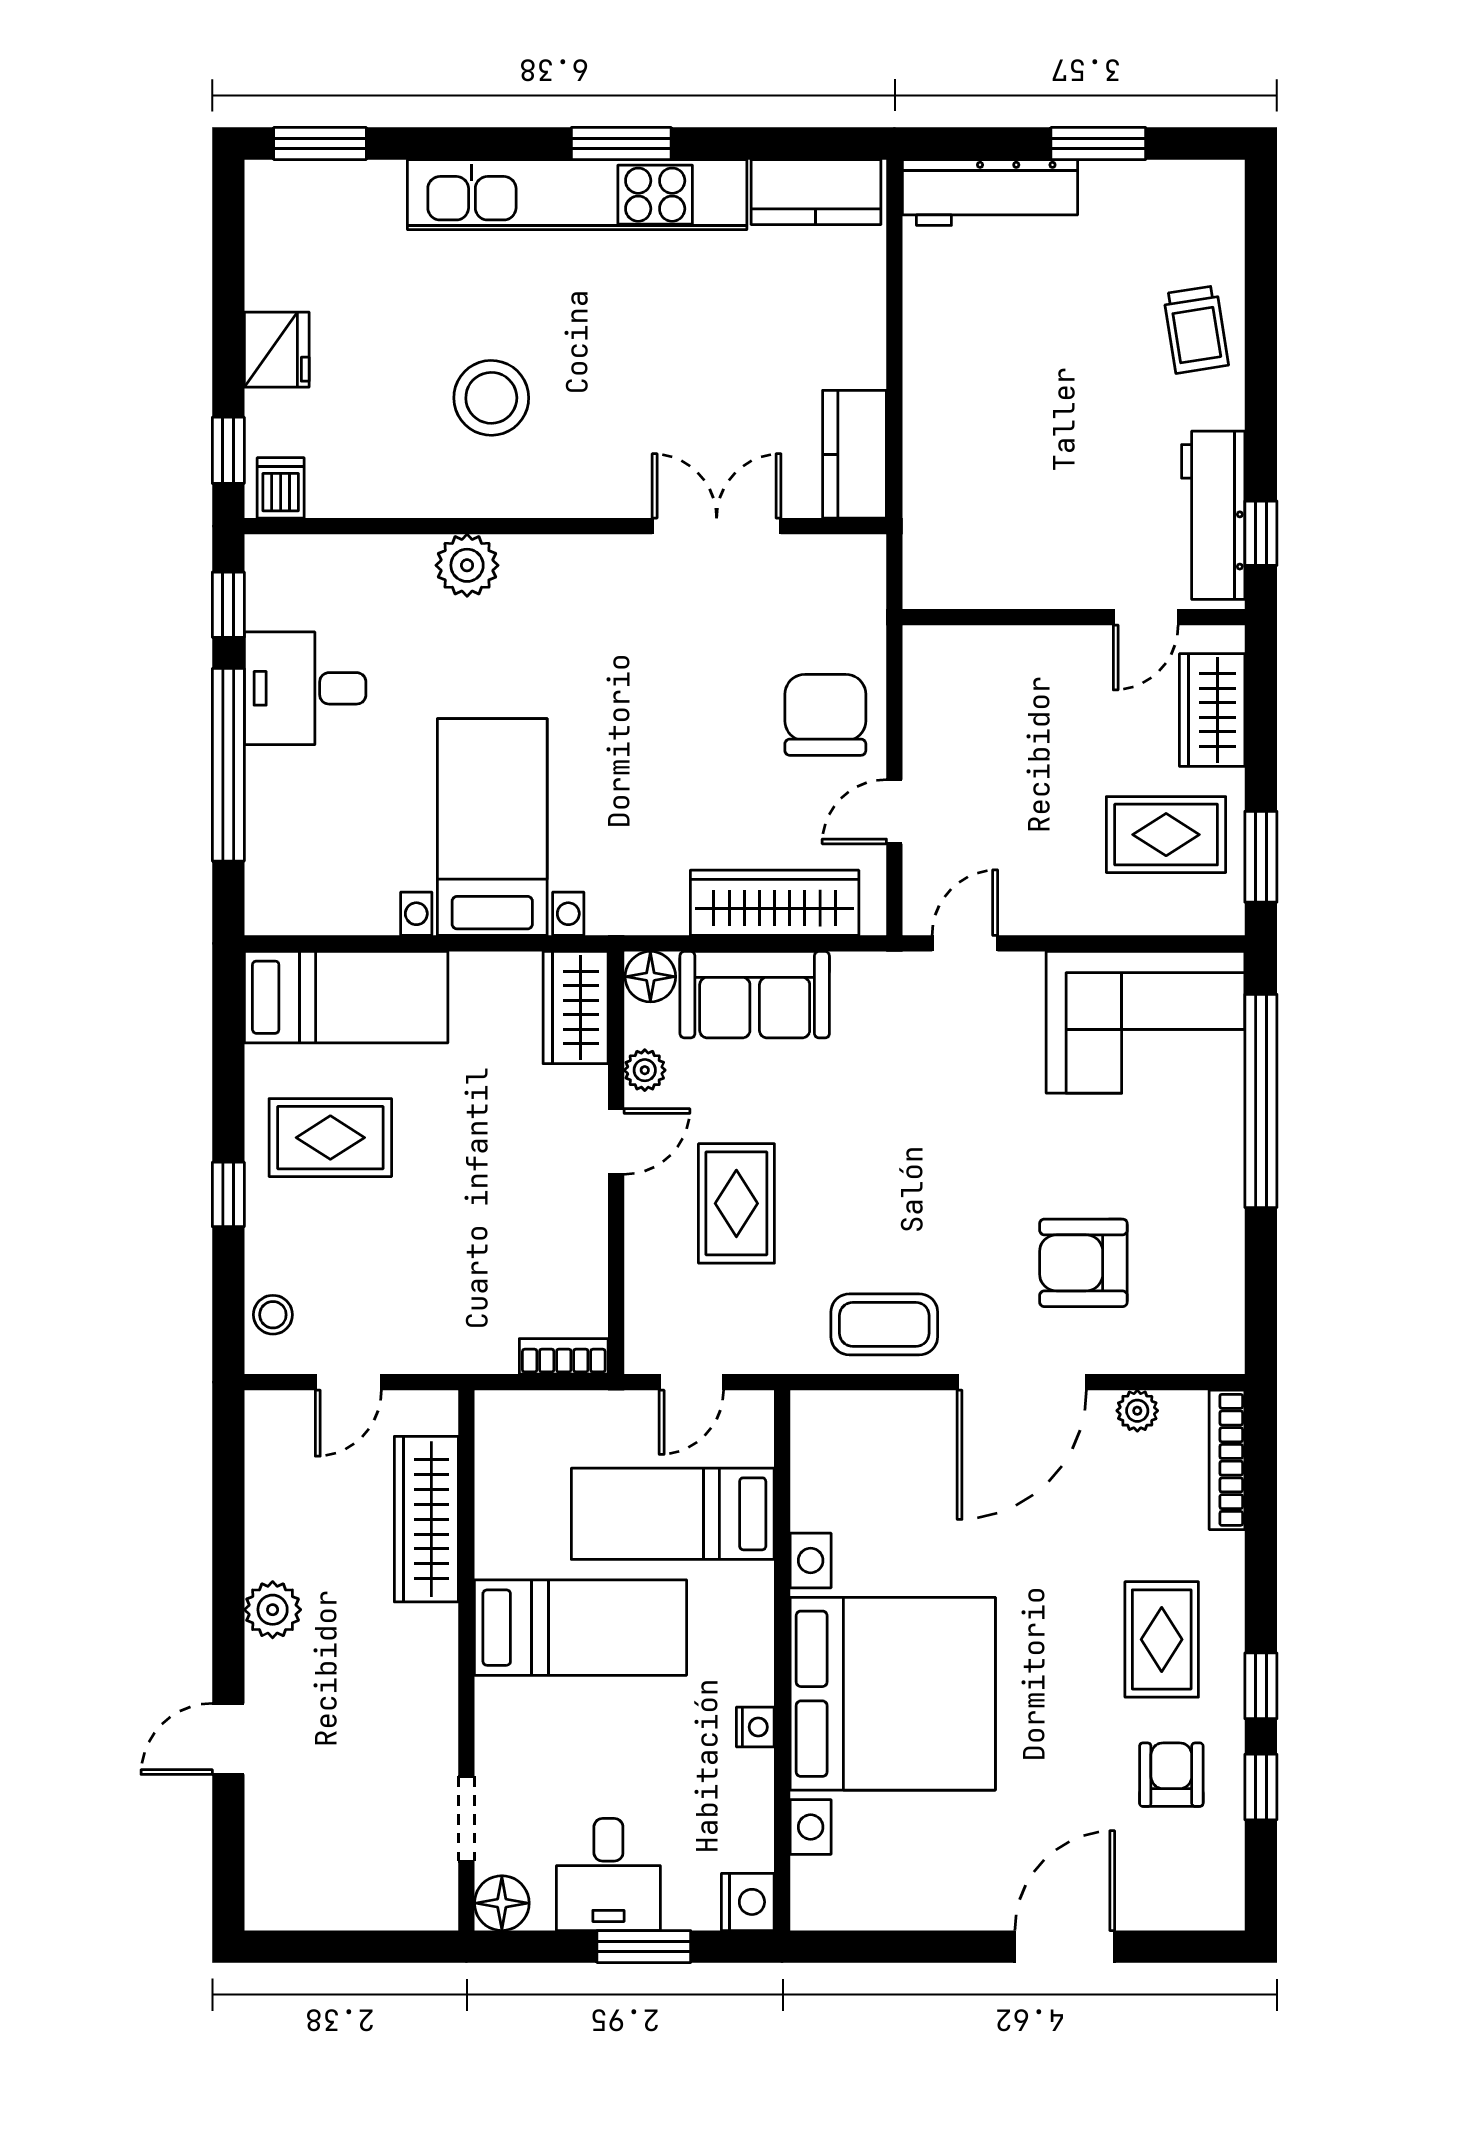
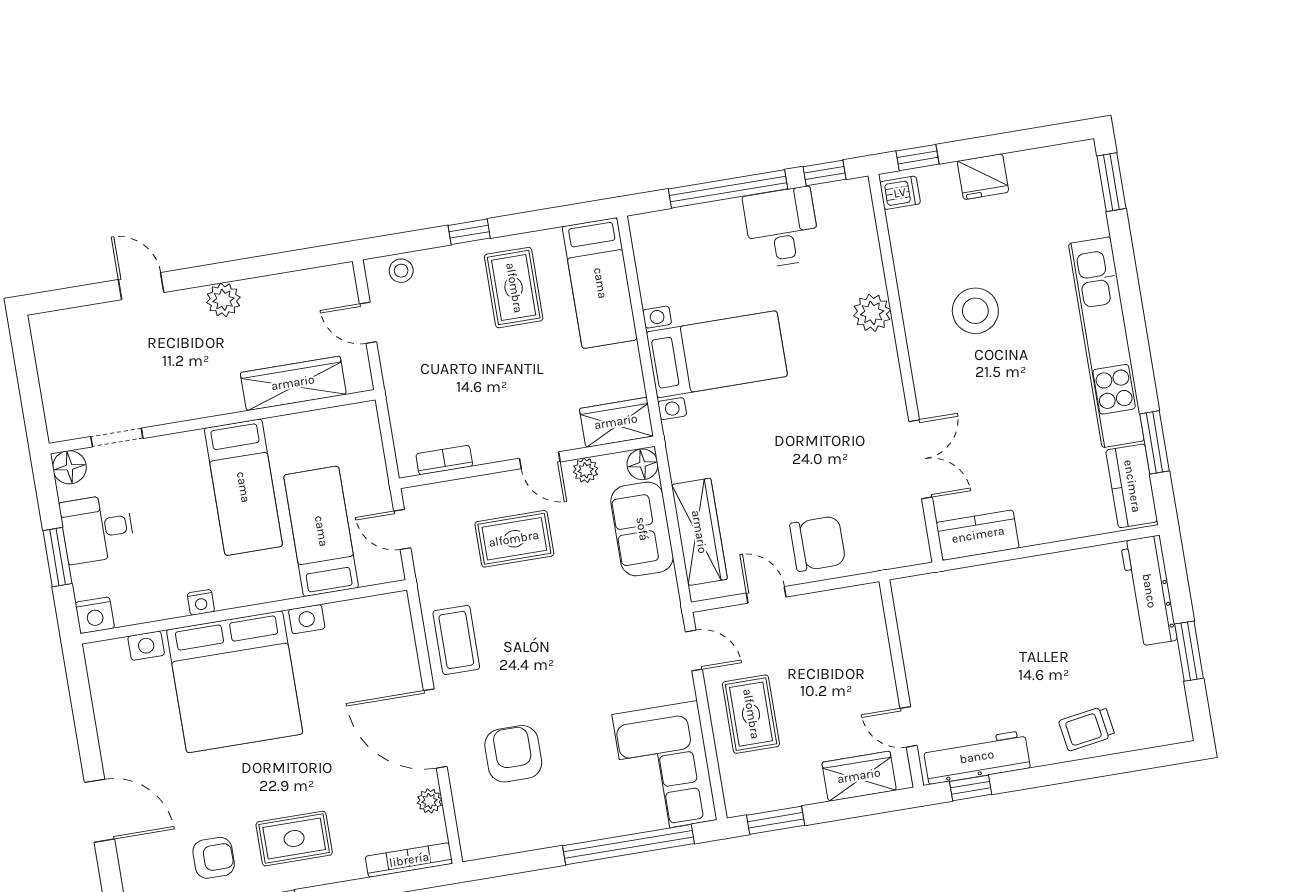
window: (621, 144) -> (1155, 442), moved
rug: (1166, 835) -> (751, 714), moved
bookcase: (564, 1356) -> (444, 460), moved, turned -90

